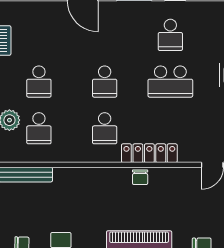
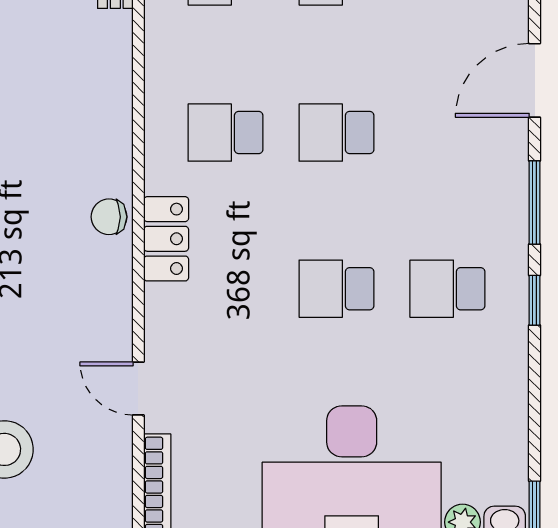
school desk: (170, 82) -> (336, 289), width x0.54
locker: (149, 153) -> (166, 239), width x0.66

